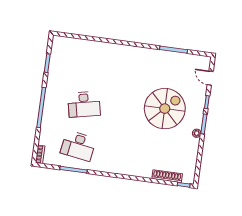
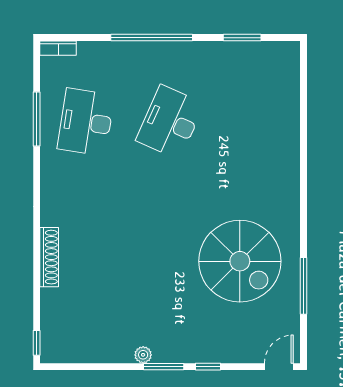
door: (210, 78) -> (279, 367), moved
desk: (84, 104) -> (170, 122), turned 36
spiral stairs: (165, 109) -> (240, 261), moved
shoe rack: (167, 176) -> (49, 257), moved

